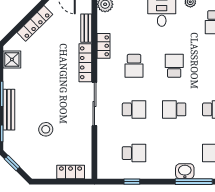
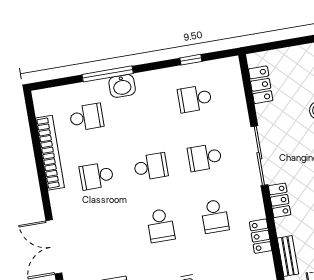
locker: (85, 63) -> (280, 200), width x0.66
school desk: (134, 66) -> (215, 216), turned 180
locker: (71, 172) -> (261, 85), moved, turned -90

